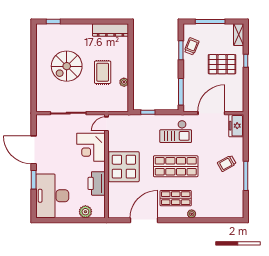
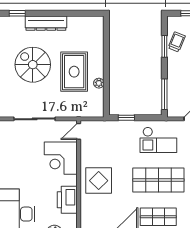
dresser: (111, 30) -> (46, 23), moved
spiral stairs: (67, 66) -> (33, 65), turned 90
rug: (103, 72) -> (74, 72), width x1.36, depth x1.43
display table: (124, 167) -> (99, 181), width x0.73, depth x0.73

